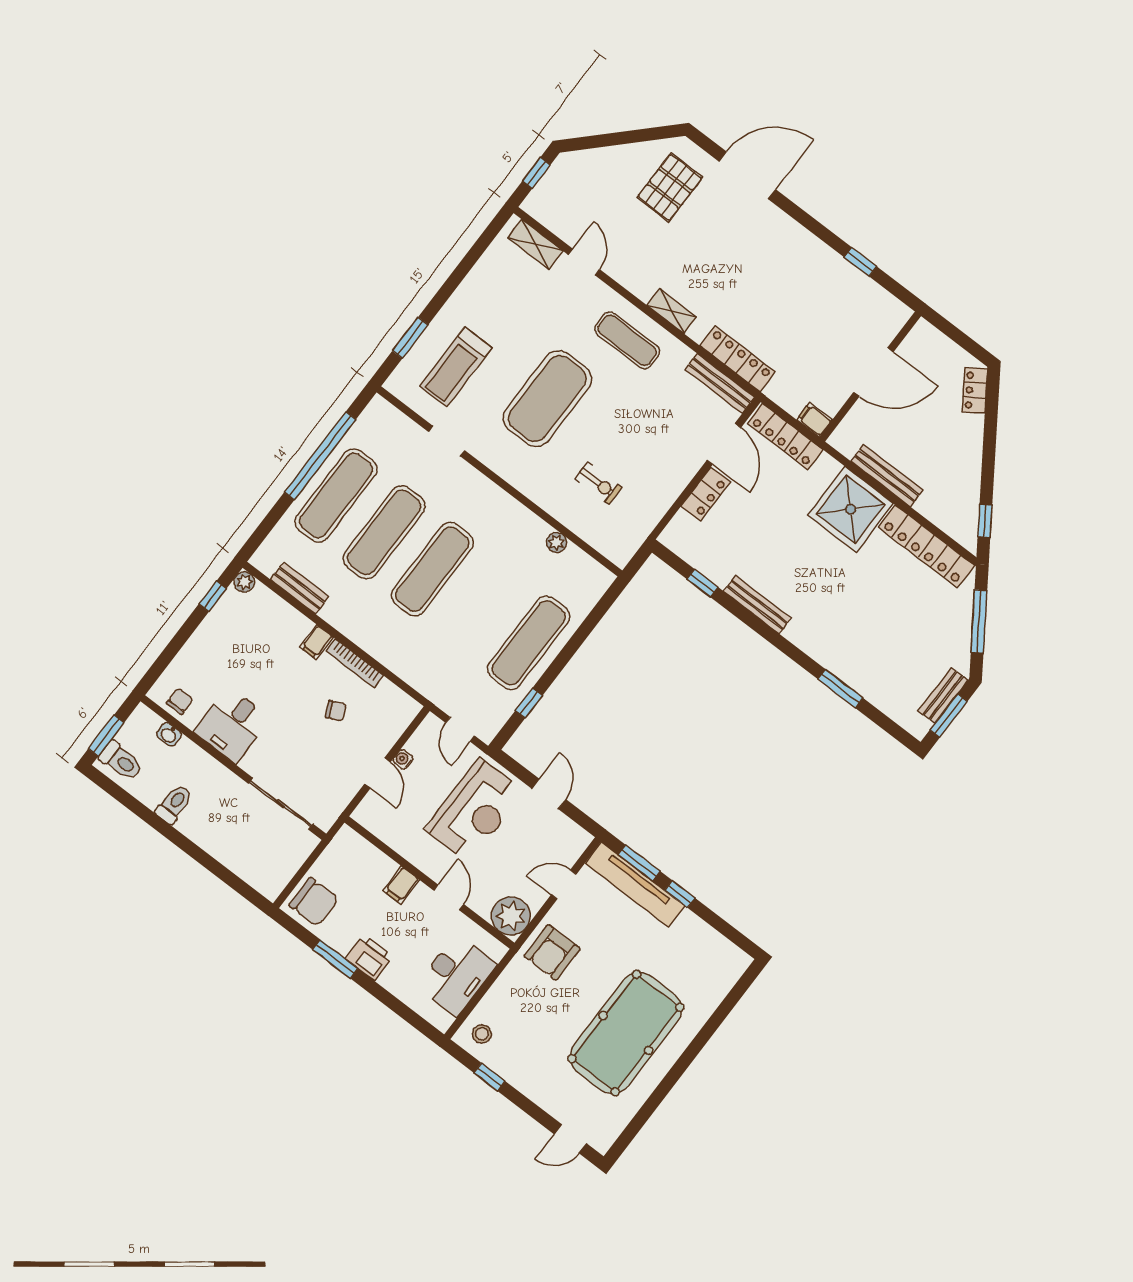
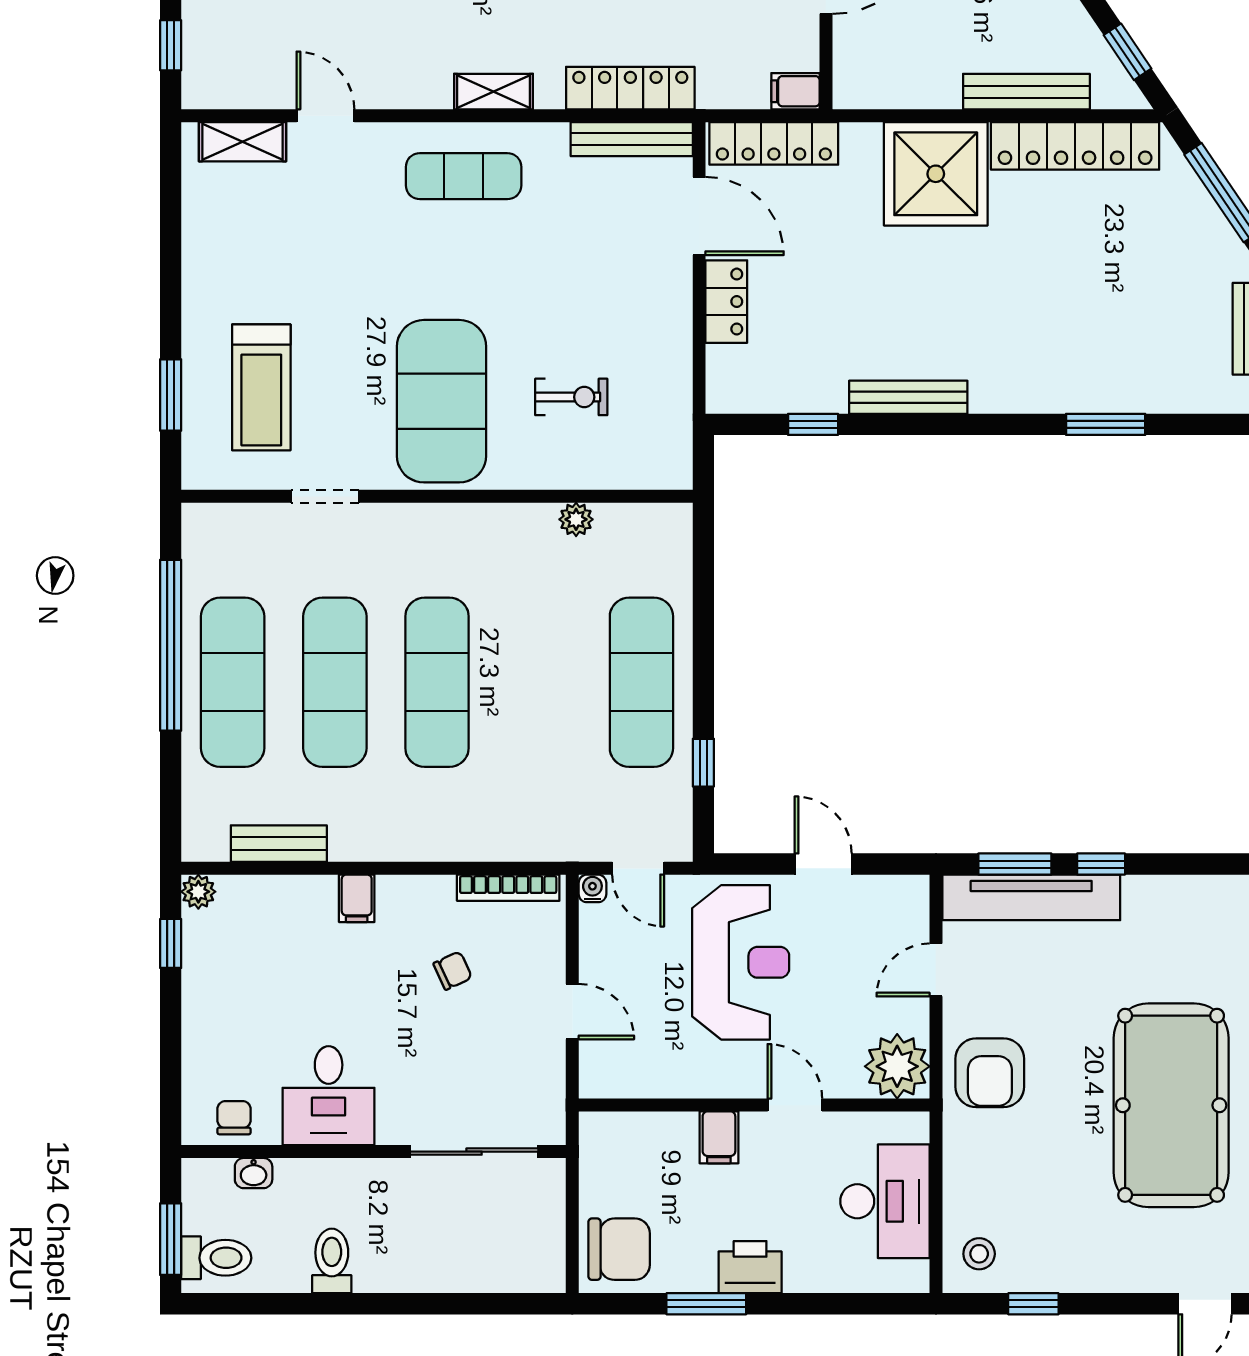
exercise mat: (547, 399) -> (442, 401), moved
bench: (887, 476) -> (1026, 92), moved
bookcase: (355, 663) -> (508, 888), moved
water cooler: (403, 759) -> (592, 888), moved, turned 90

